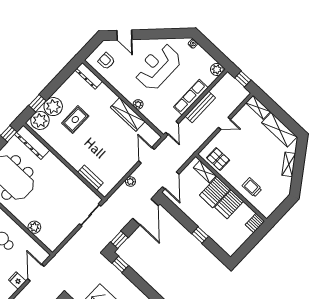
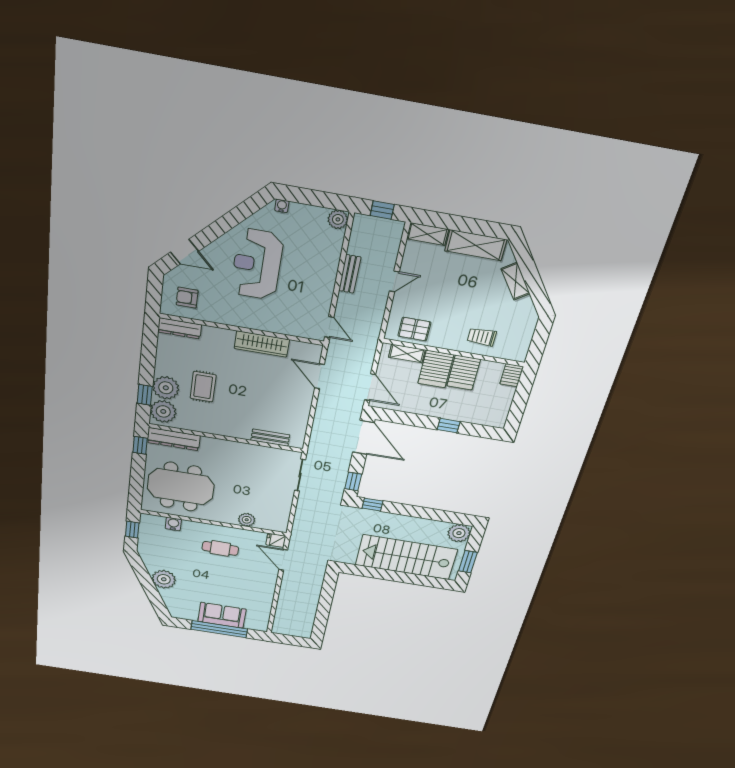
row of seats: (191, 97) -> (327, 276), removed
plant: (138, 104) -> (266, 325), removed
bench: (200, 107) -> (350, 274), width x0.73
plant: (130, 181) -> (321, 416), removed
fridge: (17, 280) -> (276, 540), moved

